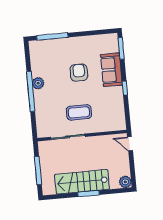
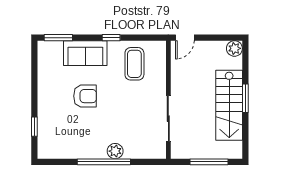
window: (52, 36) -> (34, 127), width x0.46
armchair: (79, 73) -> (85, 96), turned 180
plant: (38, 83) -> (115, 151), moved
coffee table: (79, 112) -> (134, 64), moved

